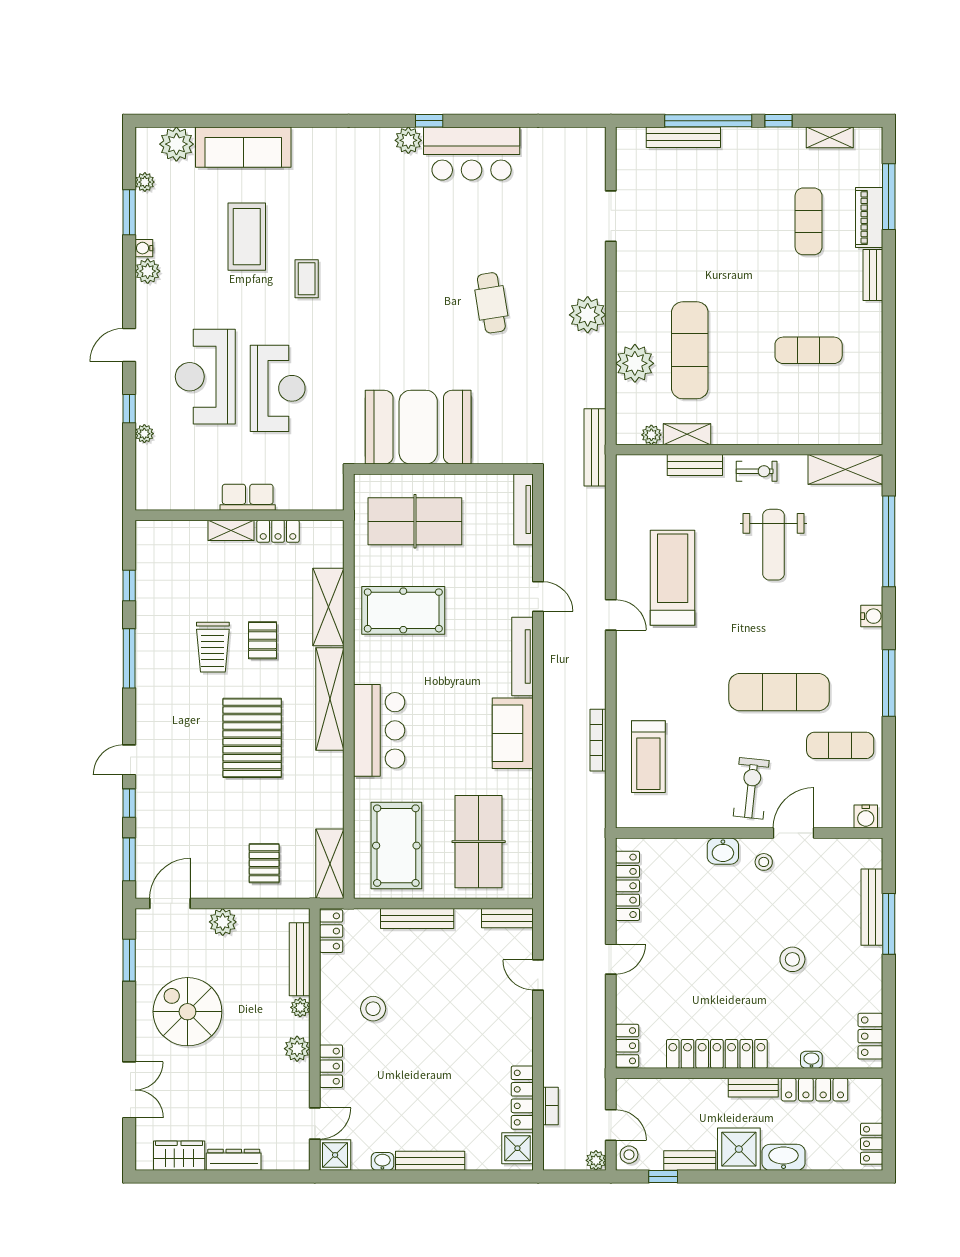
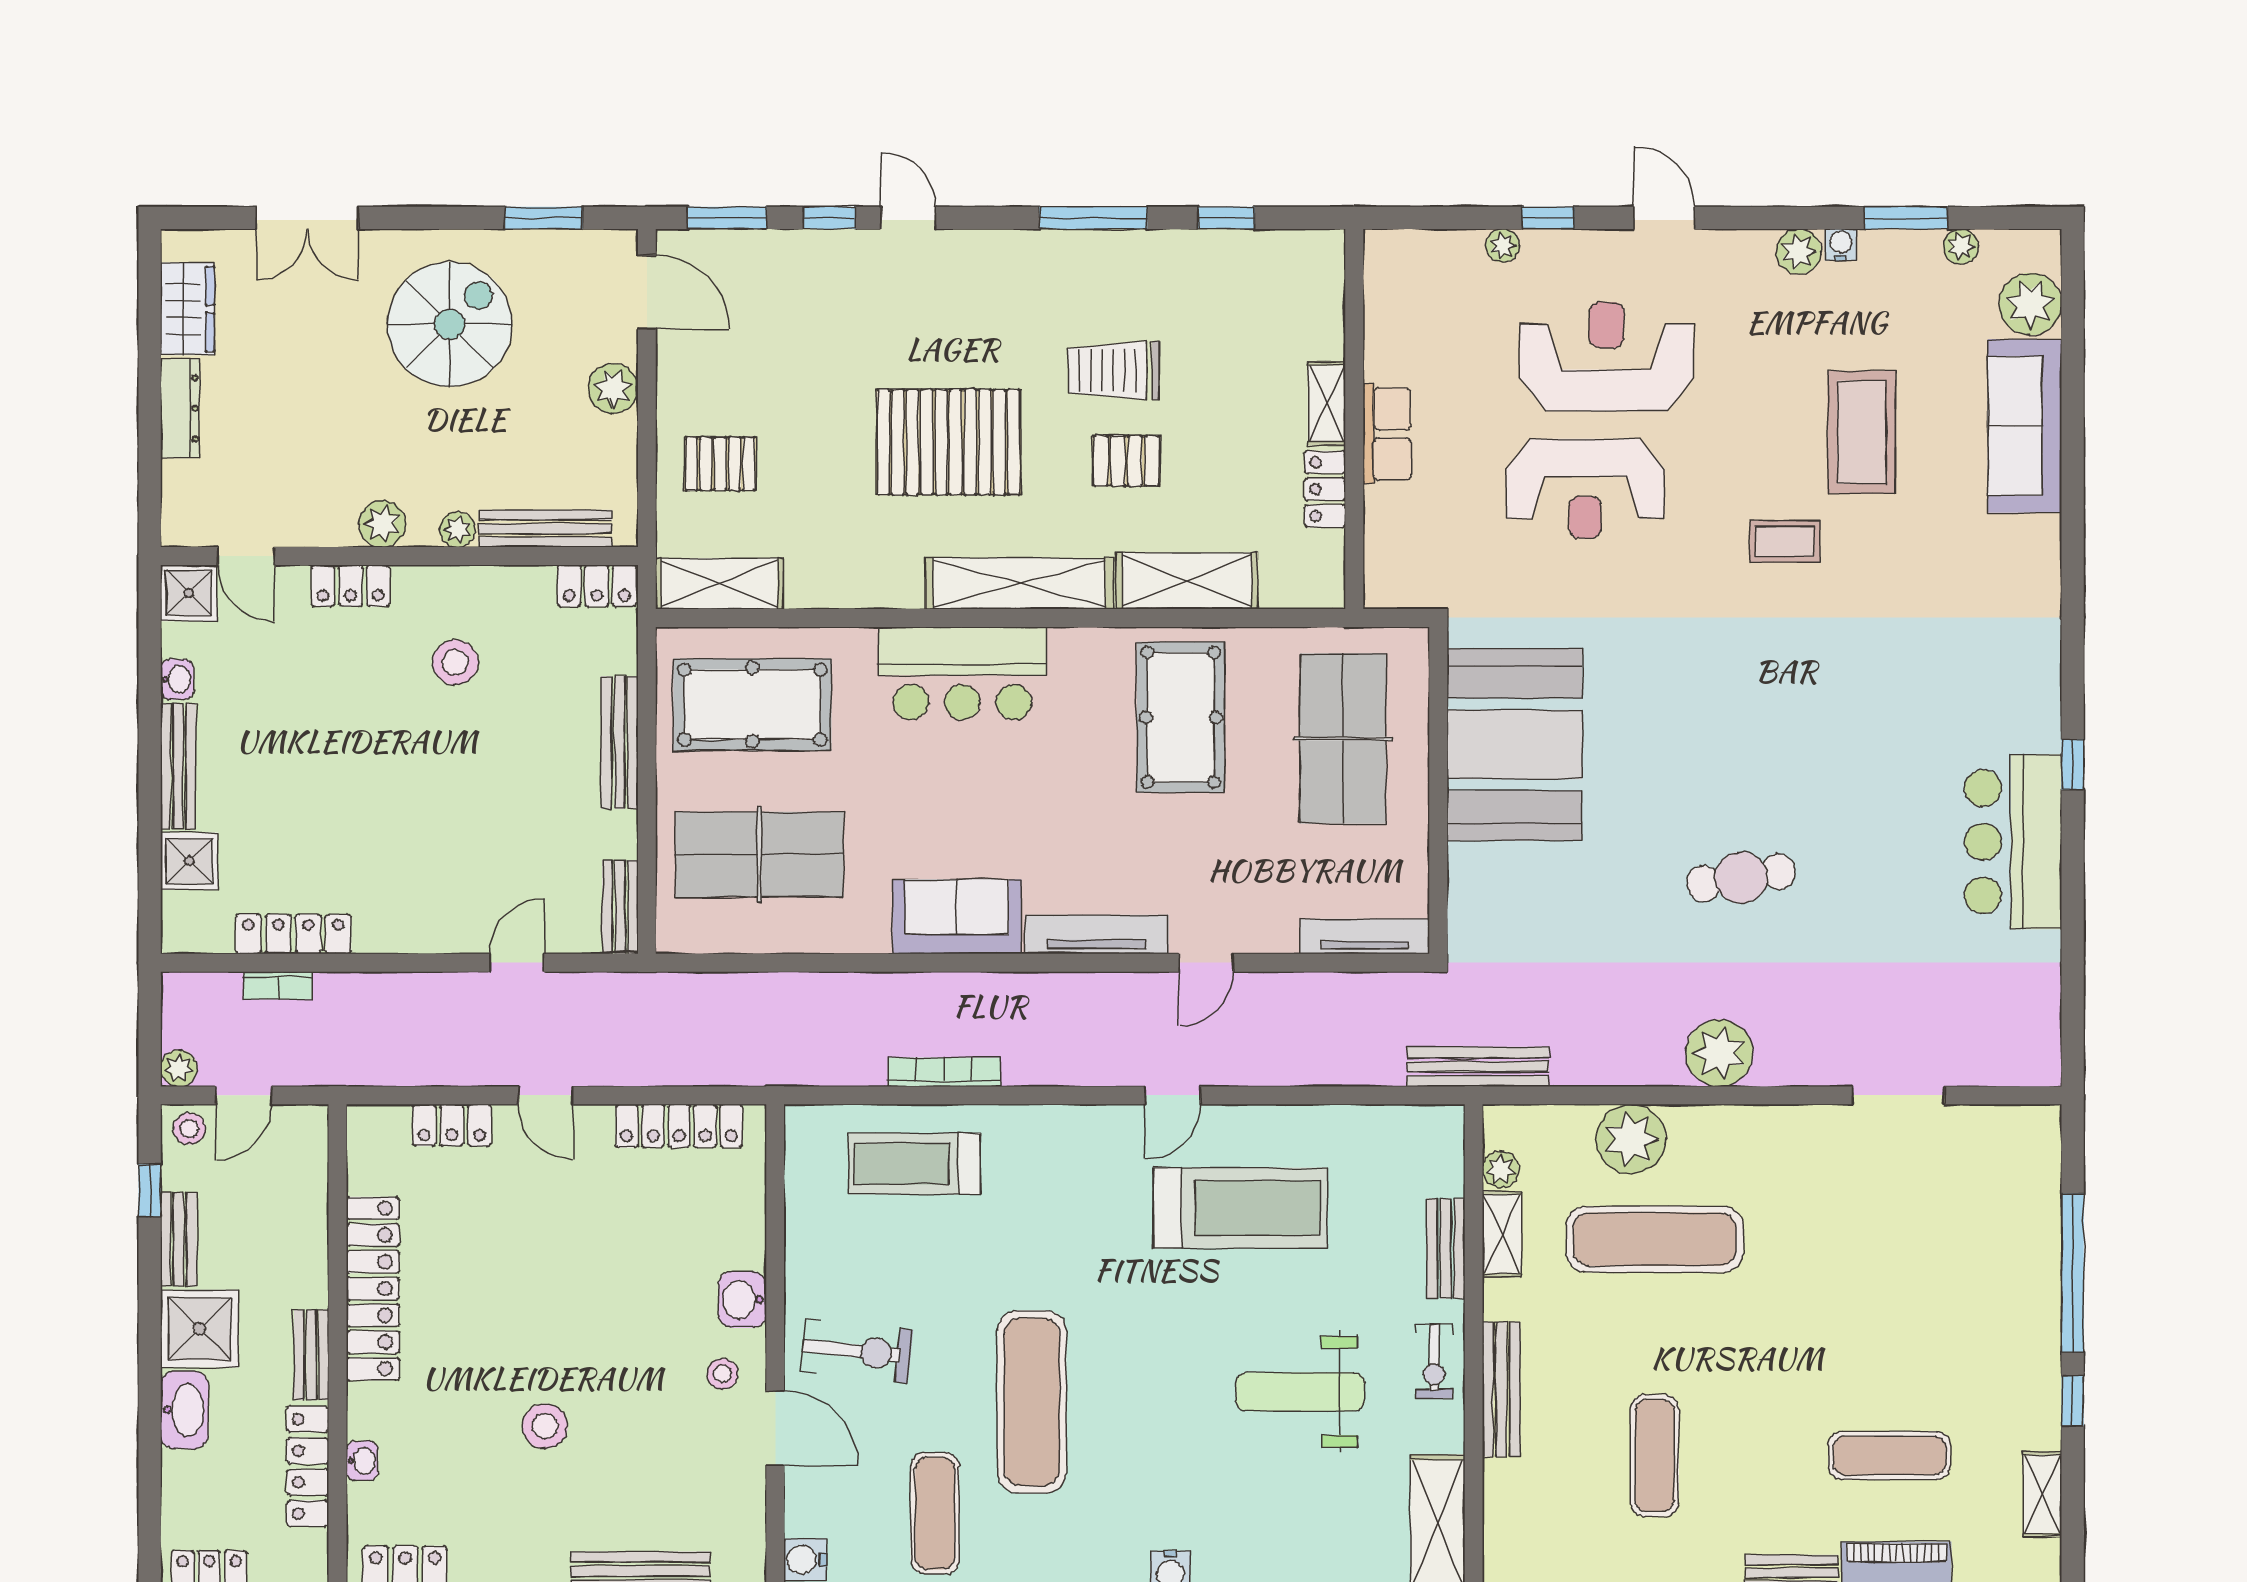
bench: (683, 137) -> (1501, 1389), moved
plant: (408, 140) -> (2037, 727), removed
coffee table: (247, 237) -> (1862, 432), turned 90
locker: (627, 1046) -> (452, 1125), moved
shower: (517, 1148) -> (189, 861), moved

